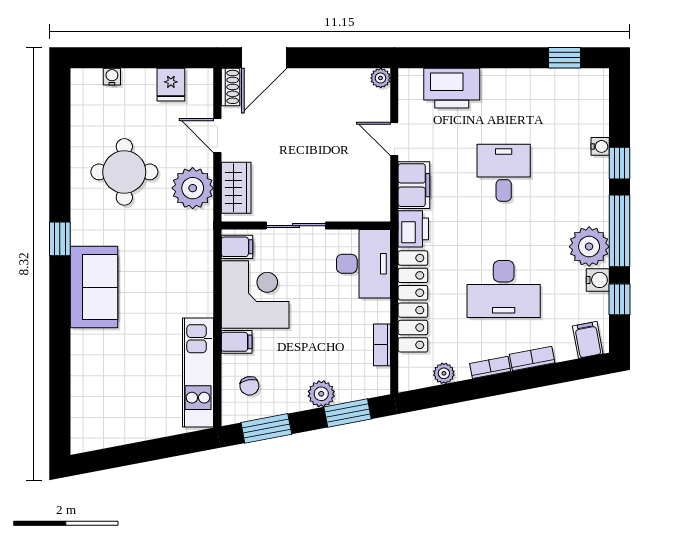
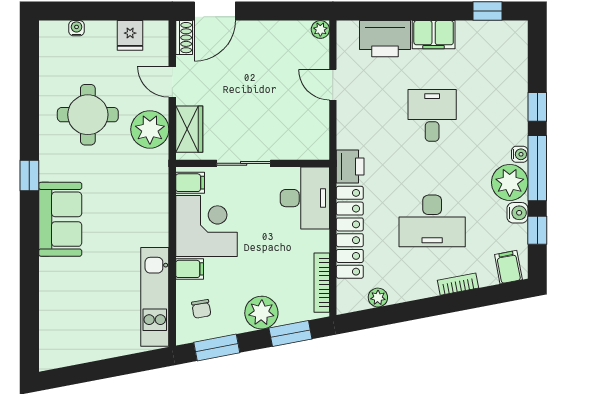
water cooler: (600, 146) -> (520, 154), moved
filing cabinet: (414, 185) -> (434, 35), moved, turned 90
bookcase: (382, 345) -> (322, 283), width x1.56
bookcase: (490, 367) -> (420, 292), removed
plant: (321, 394) -> (261, 313), width x1.36, depth x1.36

